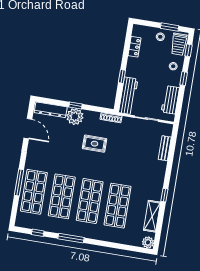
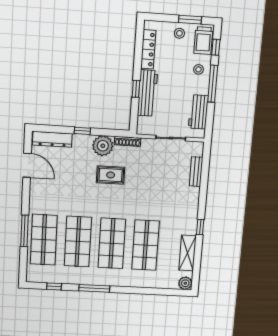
locker: (135, 47) -> (148, 49), width x1.53
window: (184, 79) -> (213, 84), width x2.17
workbench: (128, 96) -> (147, 93), moved
plant: (75, 117) -> (103, 146), moved

